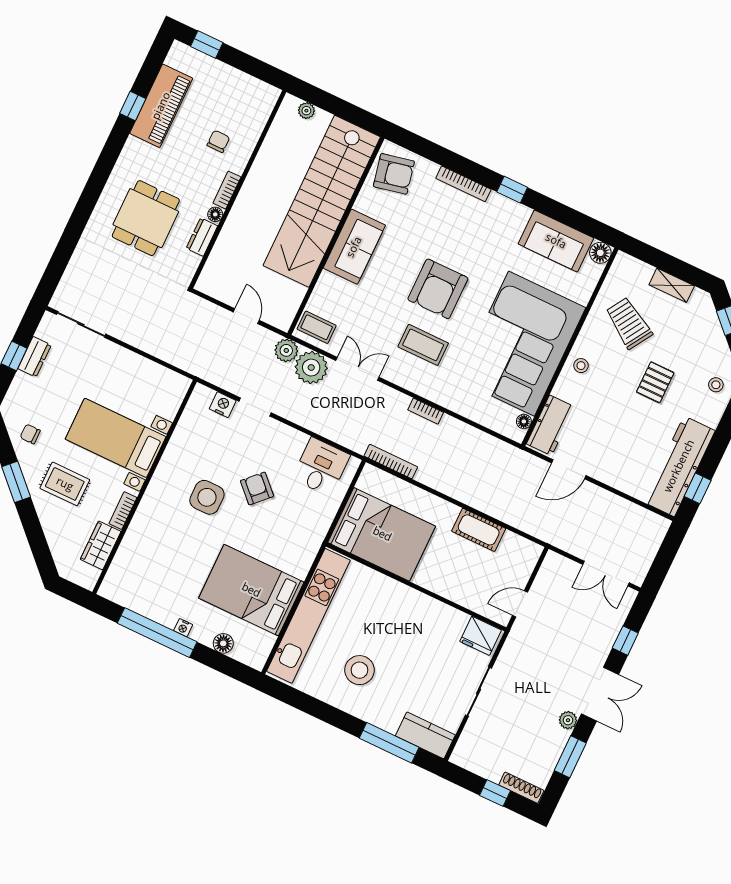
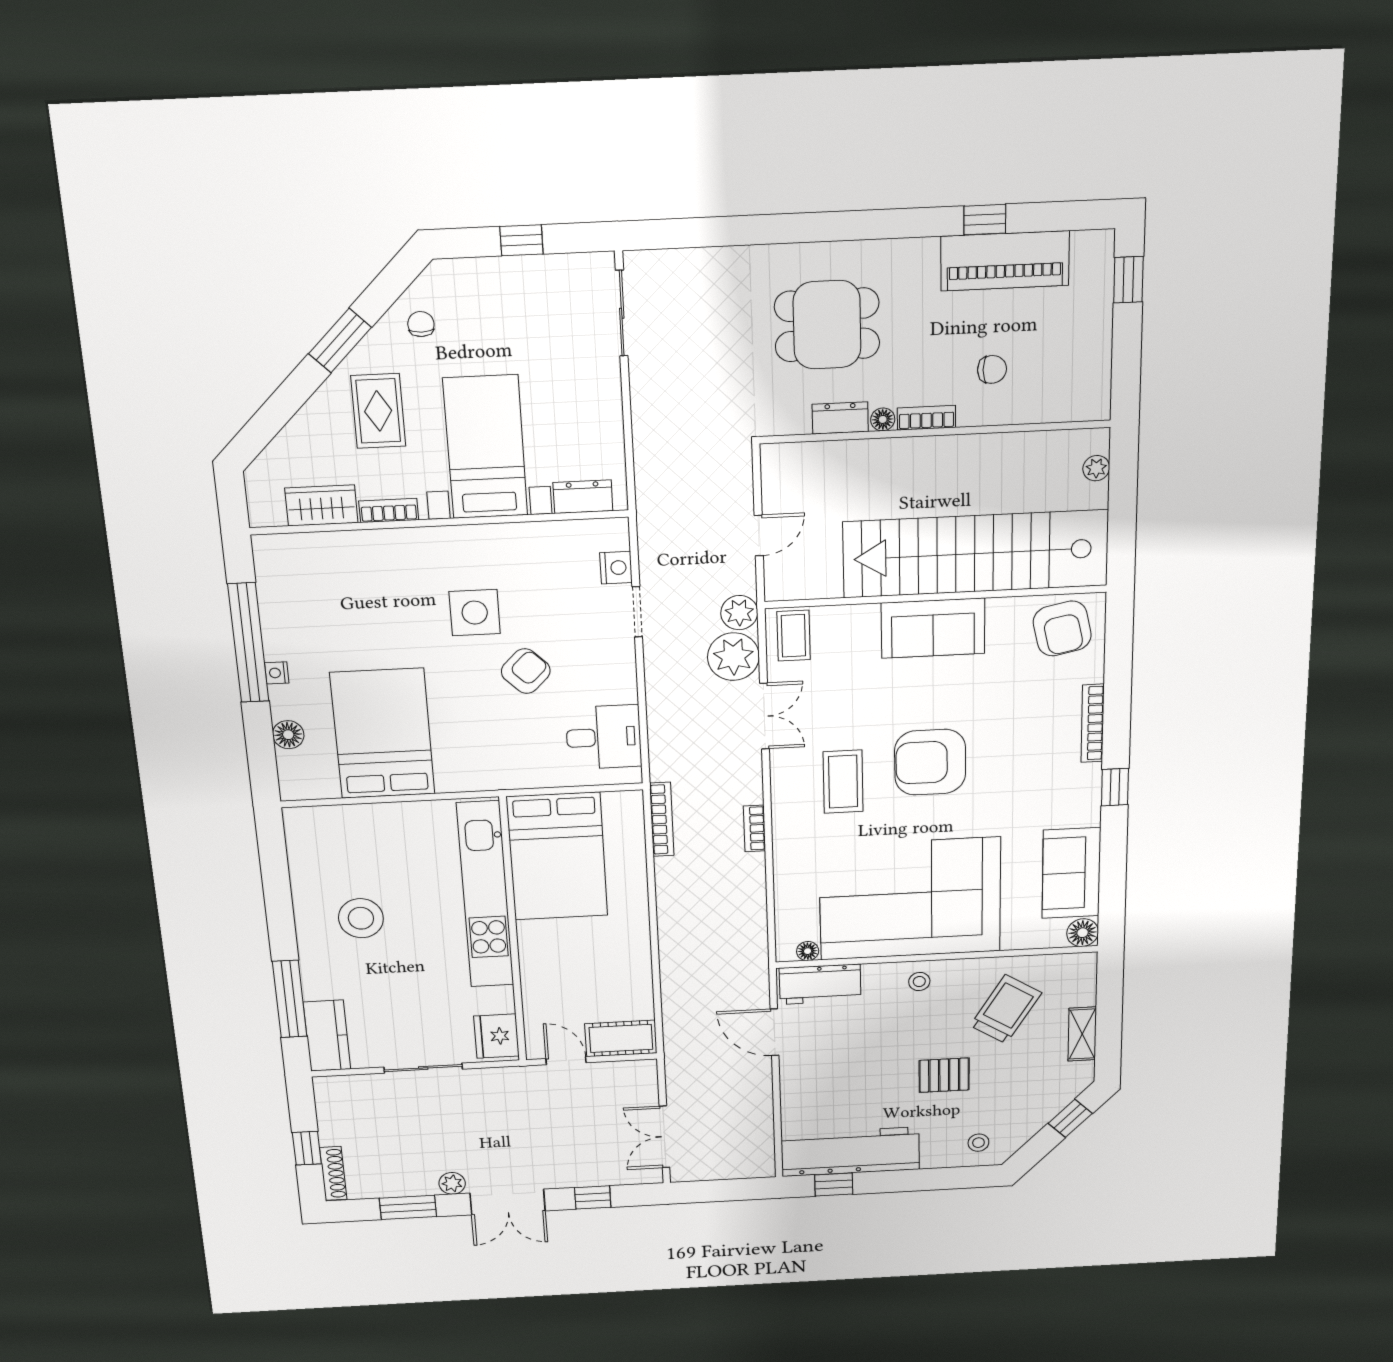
dresser: (35, 357) -> (583, 497), moved, turned 180
cot: (479, 530) -> (621, 1038), moved, turned 90
kitchen unit: (308, 616) -> (485, 895), moved, turned 90

